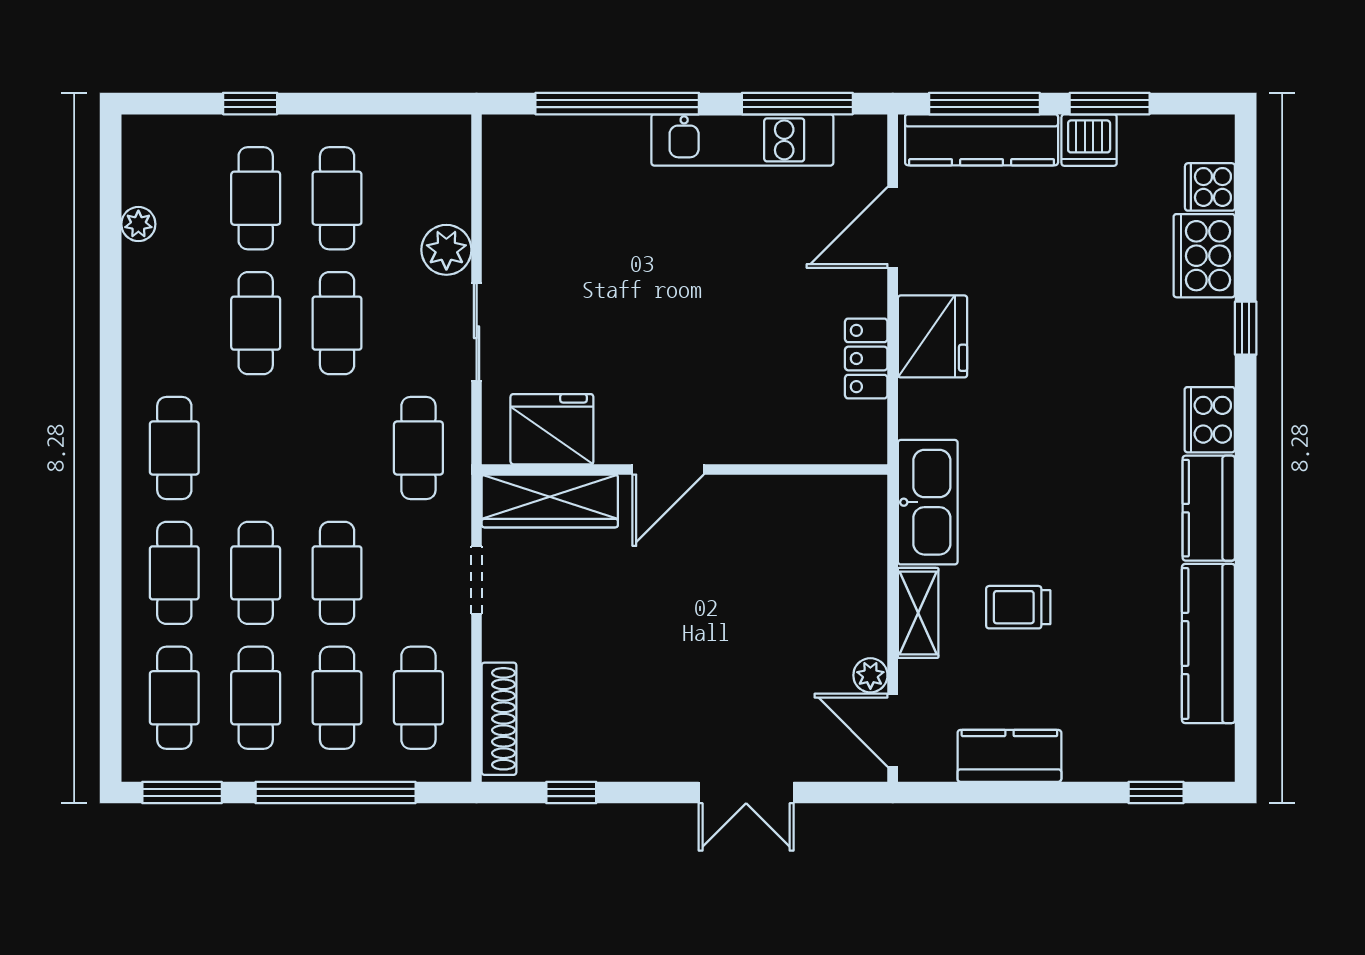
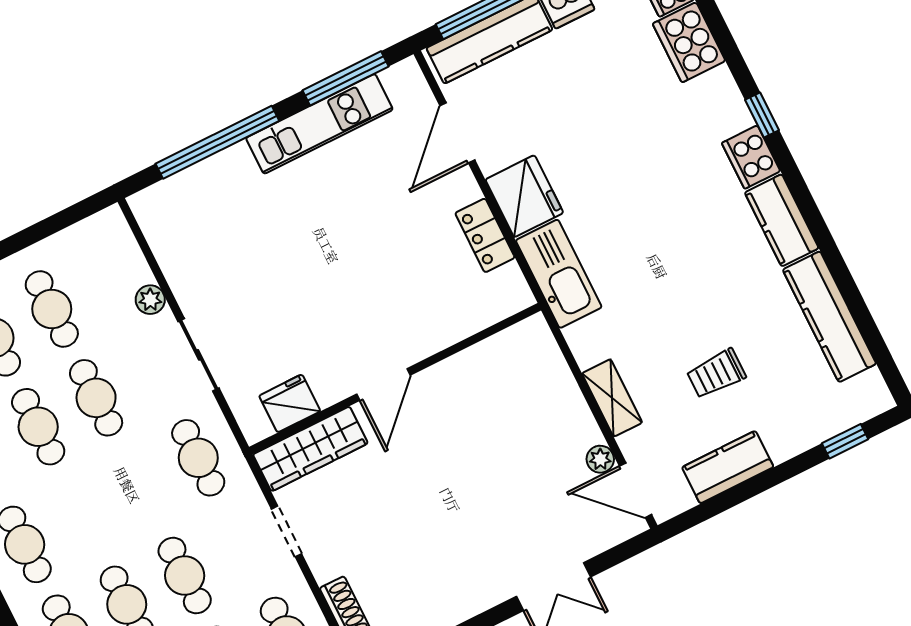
plant: (446, 250) -> (150, 300), width x0.73, depth x0.73
window: (1246, 328) -> (762, 115), moved
fridge: (552, 429) -> (290, 403), width x0.73, depth x0.75
kitchen sink: (928, 502) -> (559, 274), moved
trolley: (1018, 607) -> (716, 374), moved

